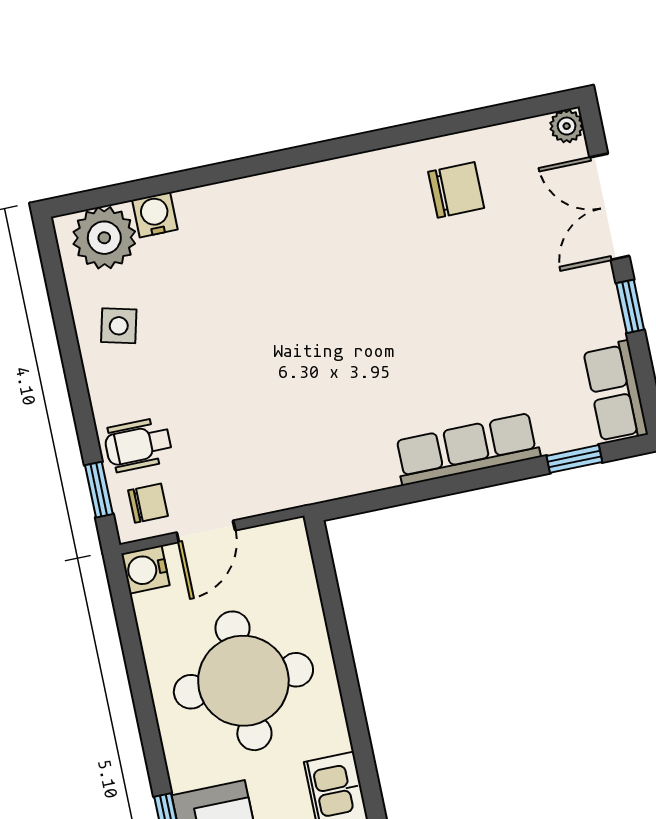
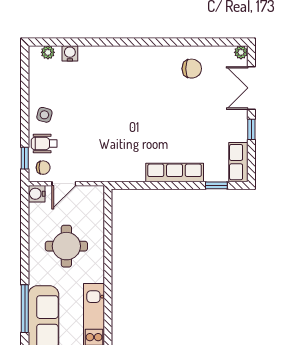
plant: (104, 238) -> (48, 52), width x0.53, depth x0.53
side table: (119, 326) -> (44, 115), moved
round table: (243, 681) -> (66, 246), width x0.73, depth x0.73

